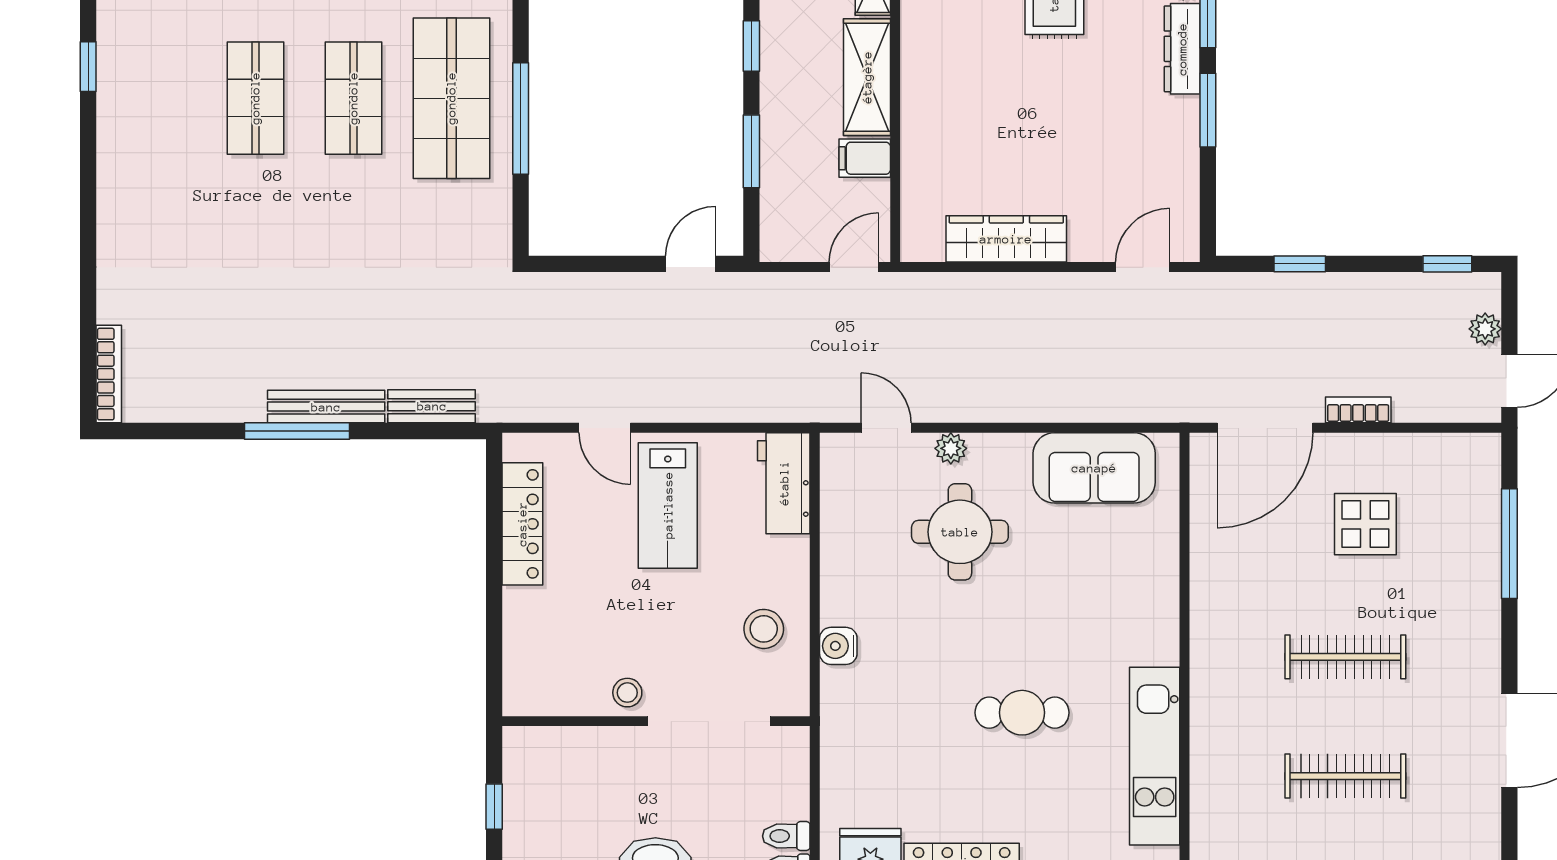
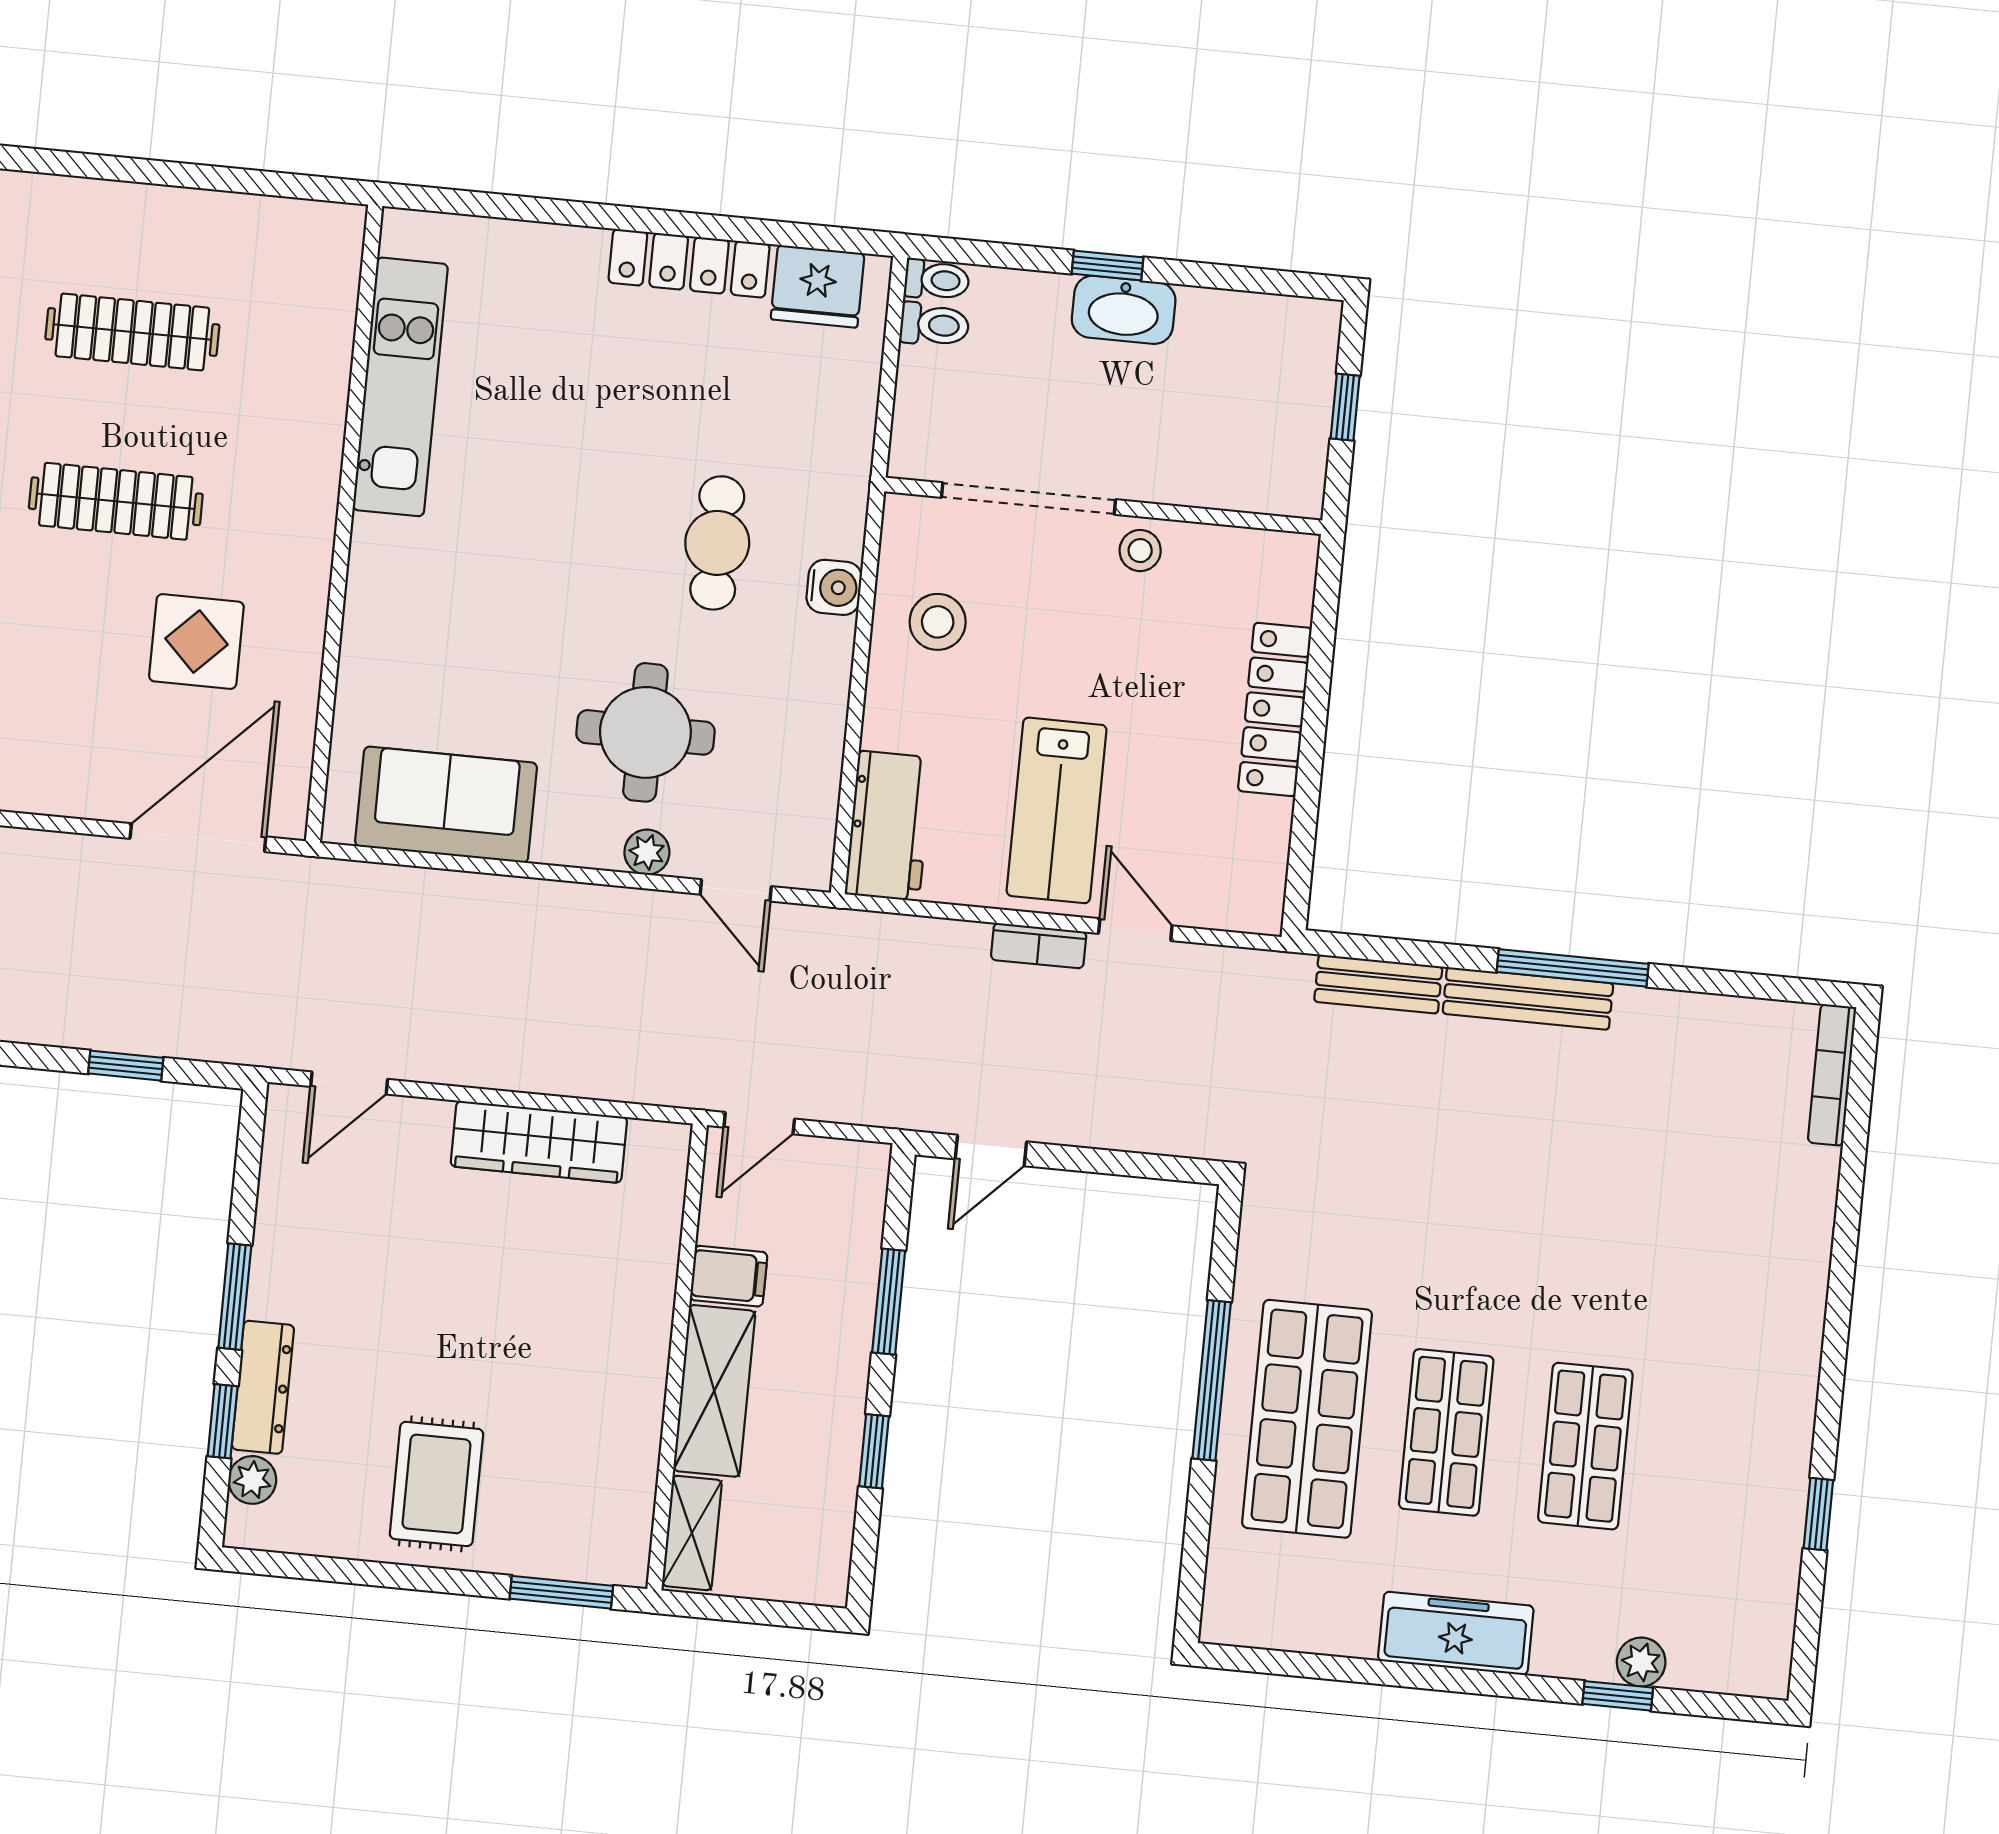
bookcase: (1358, 410) -> (1039, 946), moved
lab bench: (668, 505) -> (1057, 810), turned 180
locker: (522, 524) -> (1275, 709), moved
display table: (1365, 524) -> (196, 642), moved
cafe table: (1022, 713) -> (717, 543), moved, turned 90

